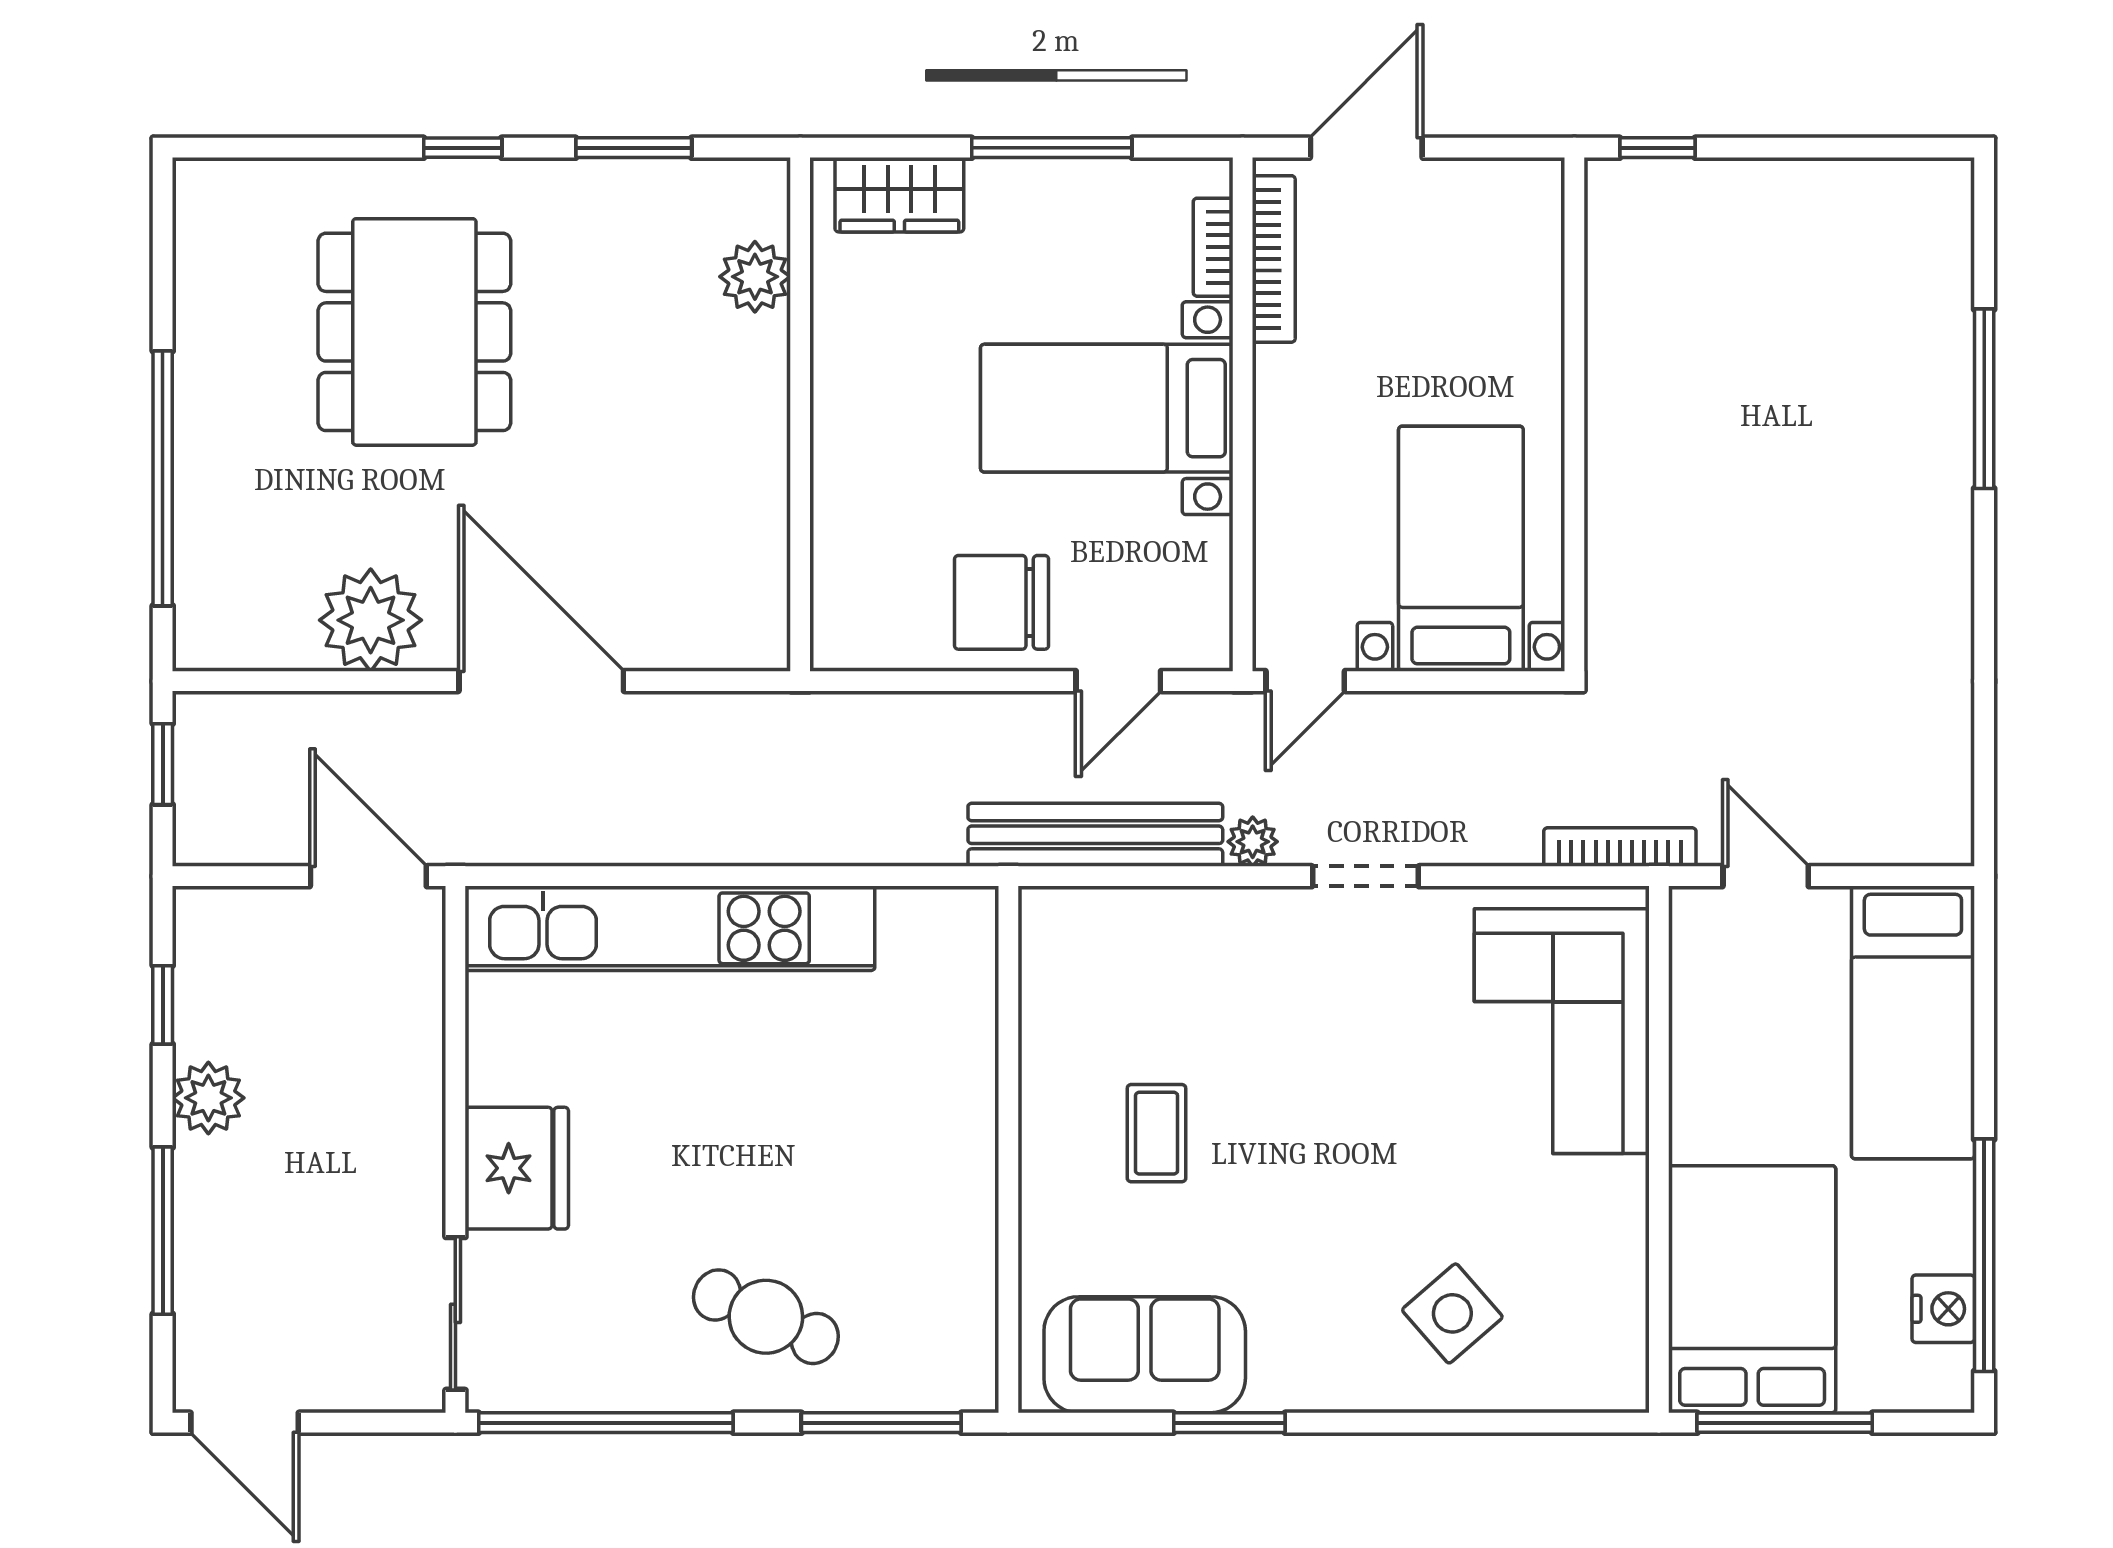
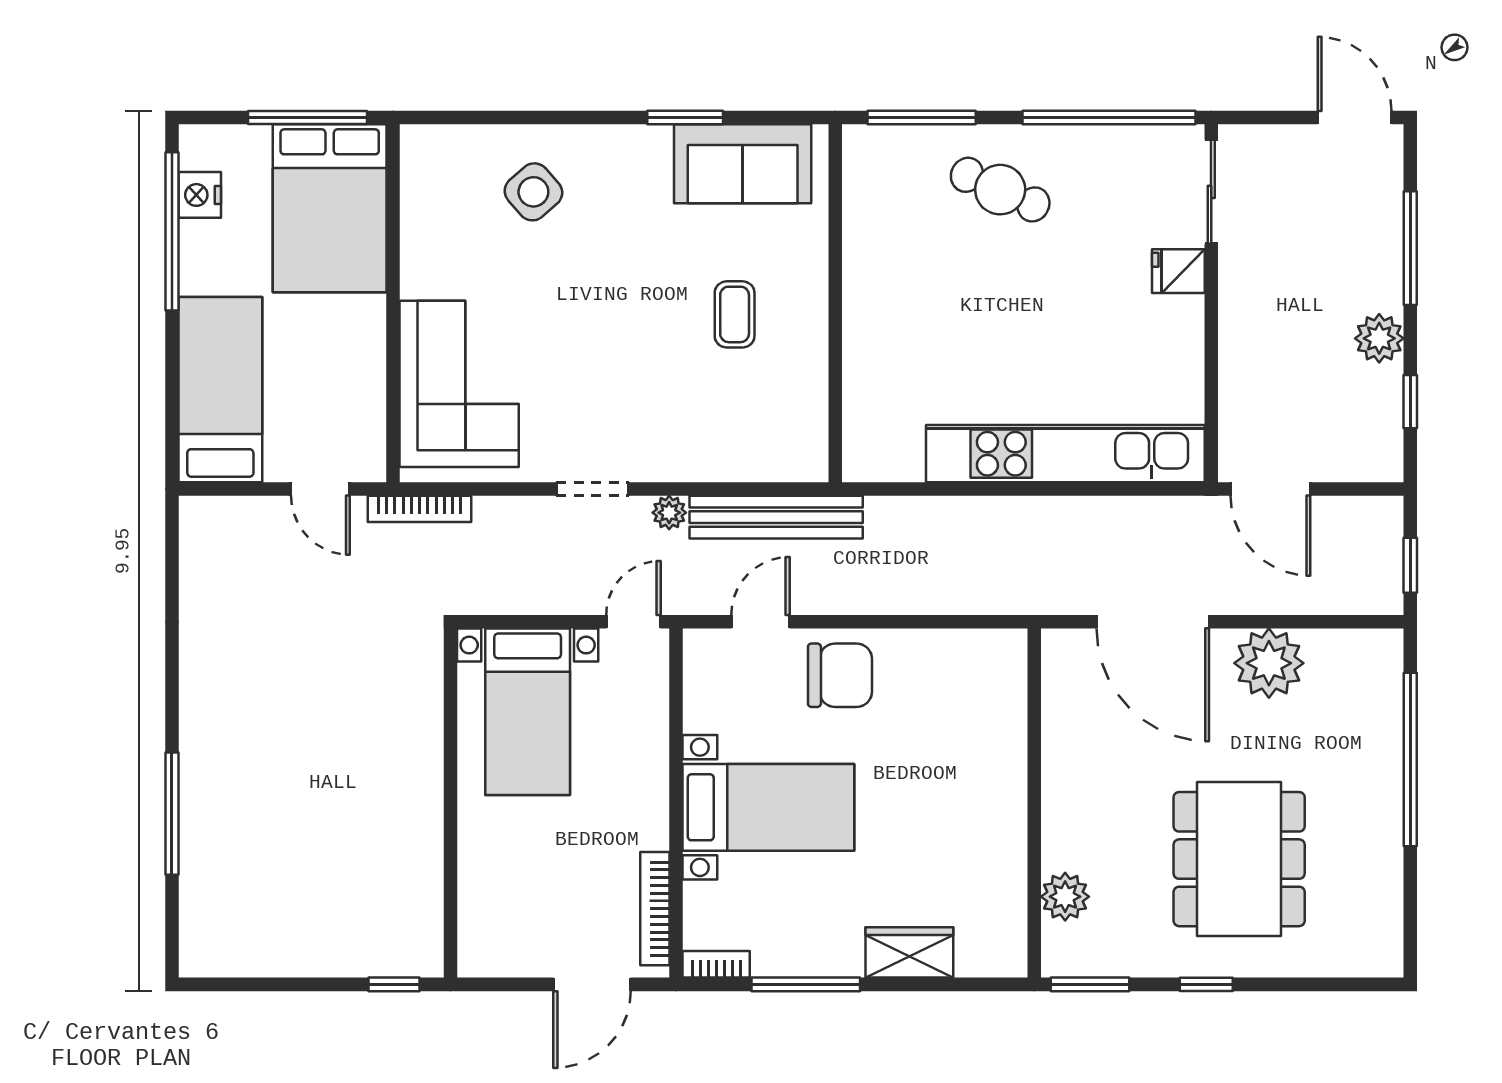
bookcase: (1213, 247) -> (716, 964), moved, turned -90
plant: (755, 277) -> (1065, 897), moved
wall: (800, 414) -> (1034, 803), moved
fridge: (517, 1168) -> (1178, 271), width x0.53, depth x0.75

